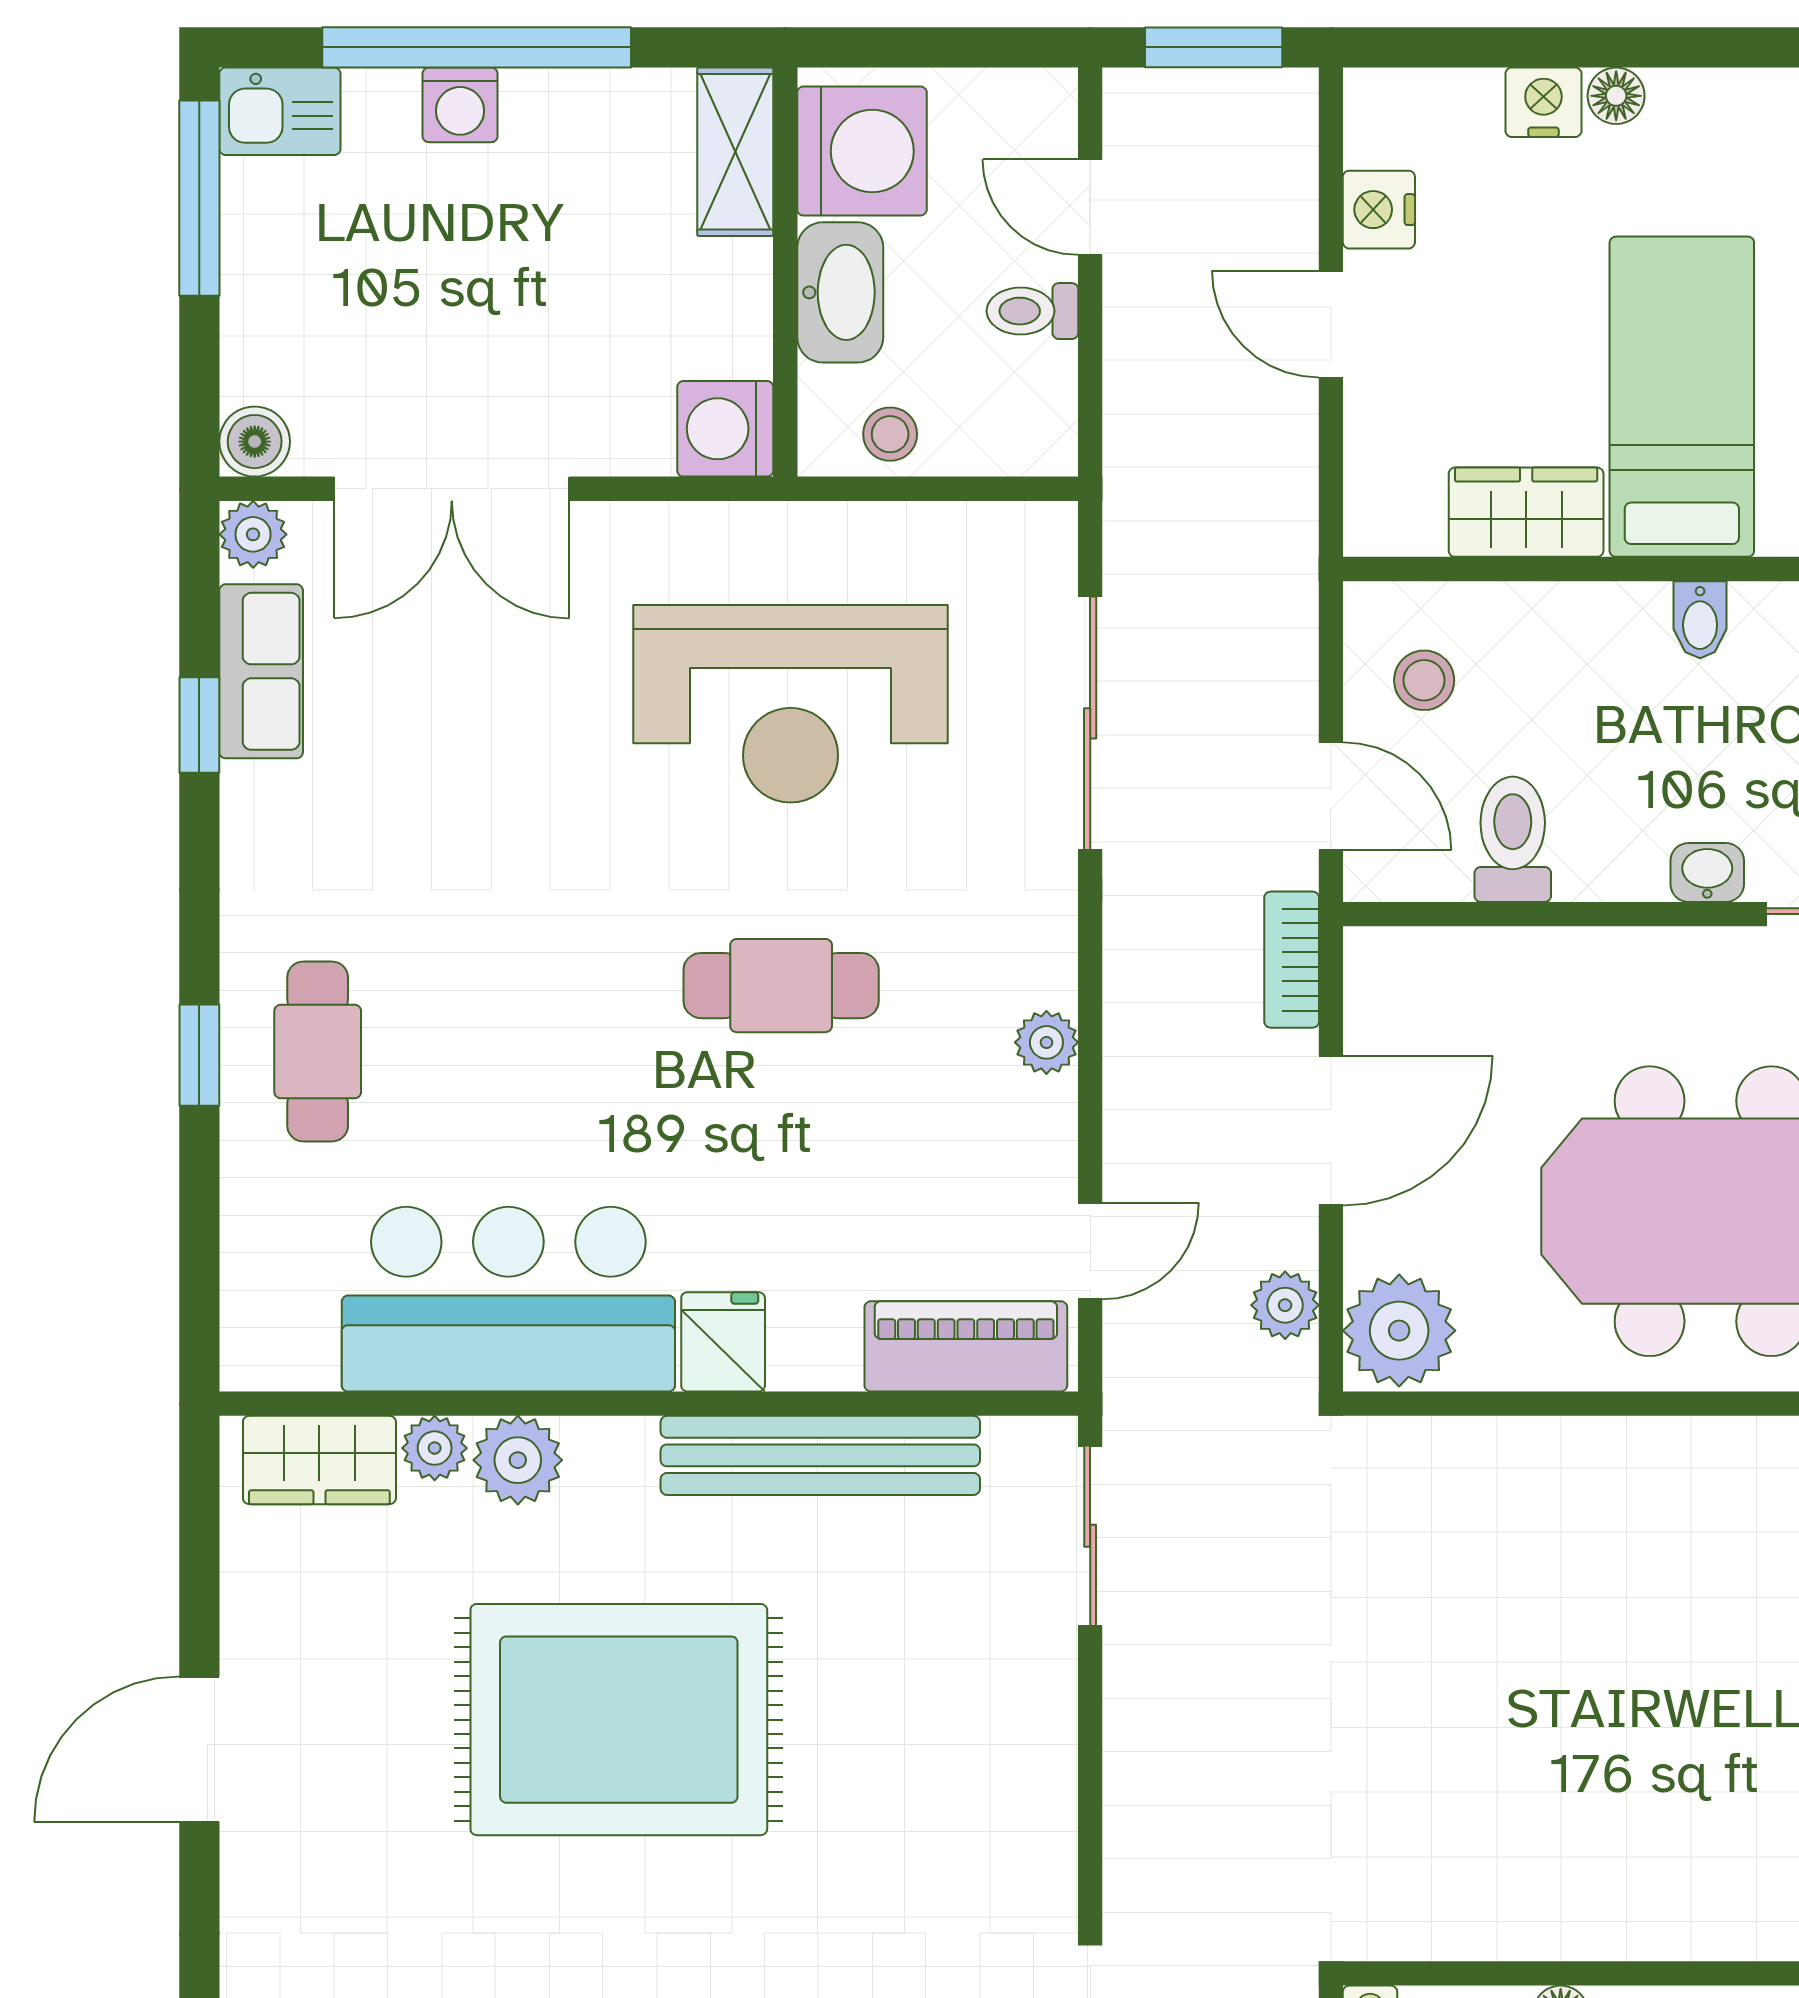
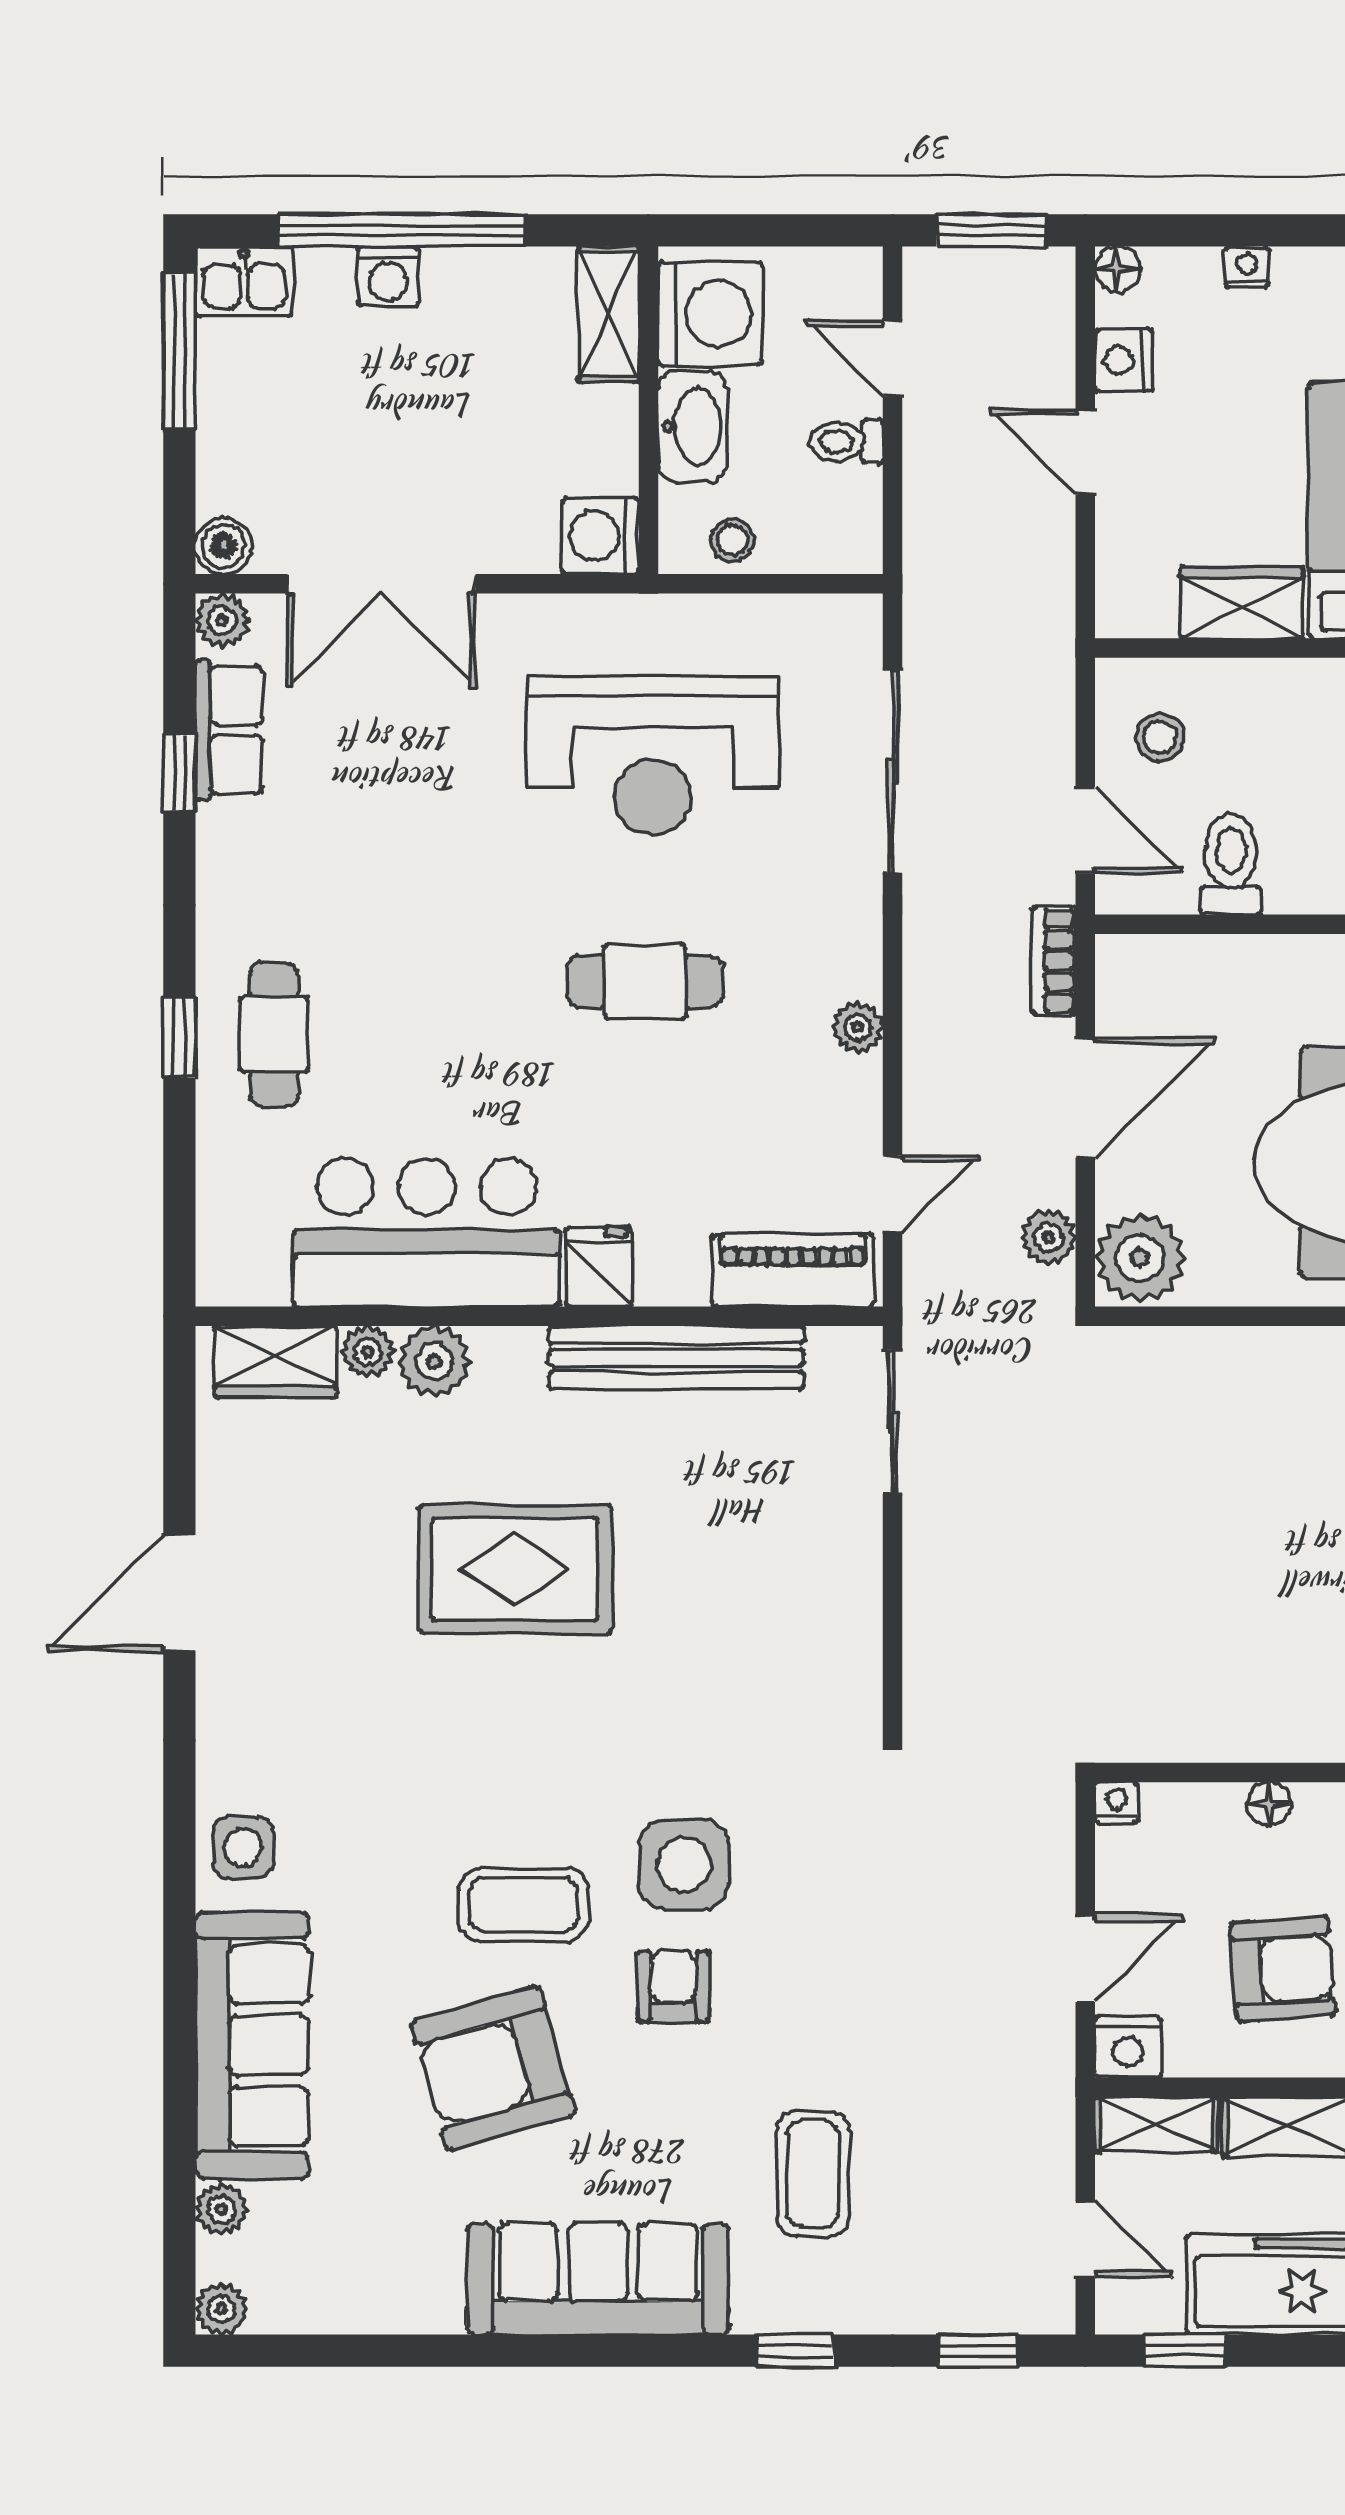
floor lamp: (1616, 96) -> (1118, 269), moved
nightstand: (1543, 102) -> (1247, 267), width x0.72, depth x0.74
rug: (619, 1720) -> (515, 1569), width x0.73, depth x0.69

